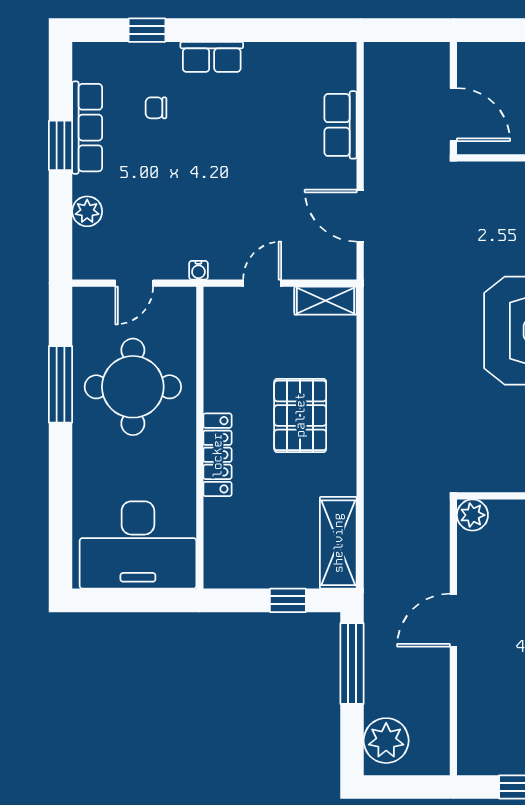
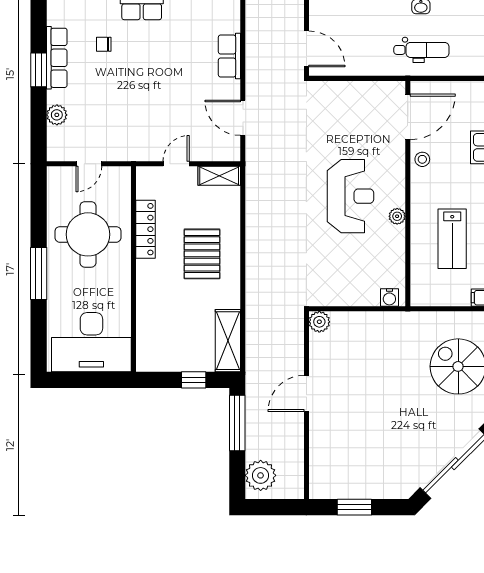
water cooler: (198, 270) -> (133, 155), removed
window: (60, 384) -> (39, 274), moved
locker: (217, 455) -> (146, 229), moved

